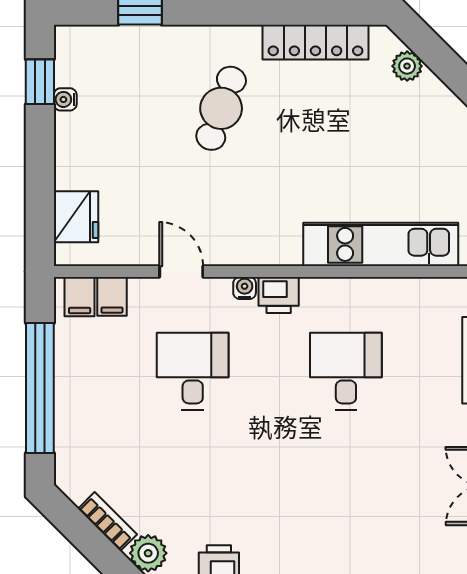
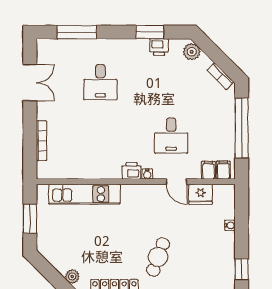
water cooler: (65, 99) -> (230, 225), moved
fridge: (76, 217) -> (200, 194), moved, turned -90
desk: (346, 371) -> (100, 82), moved
bookcase: (107, 522) -> (220, 76), moved

